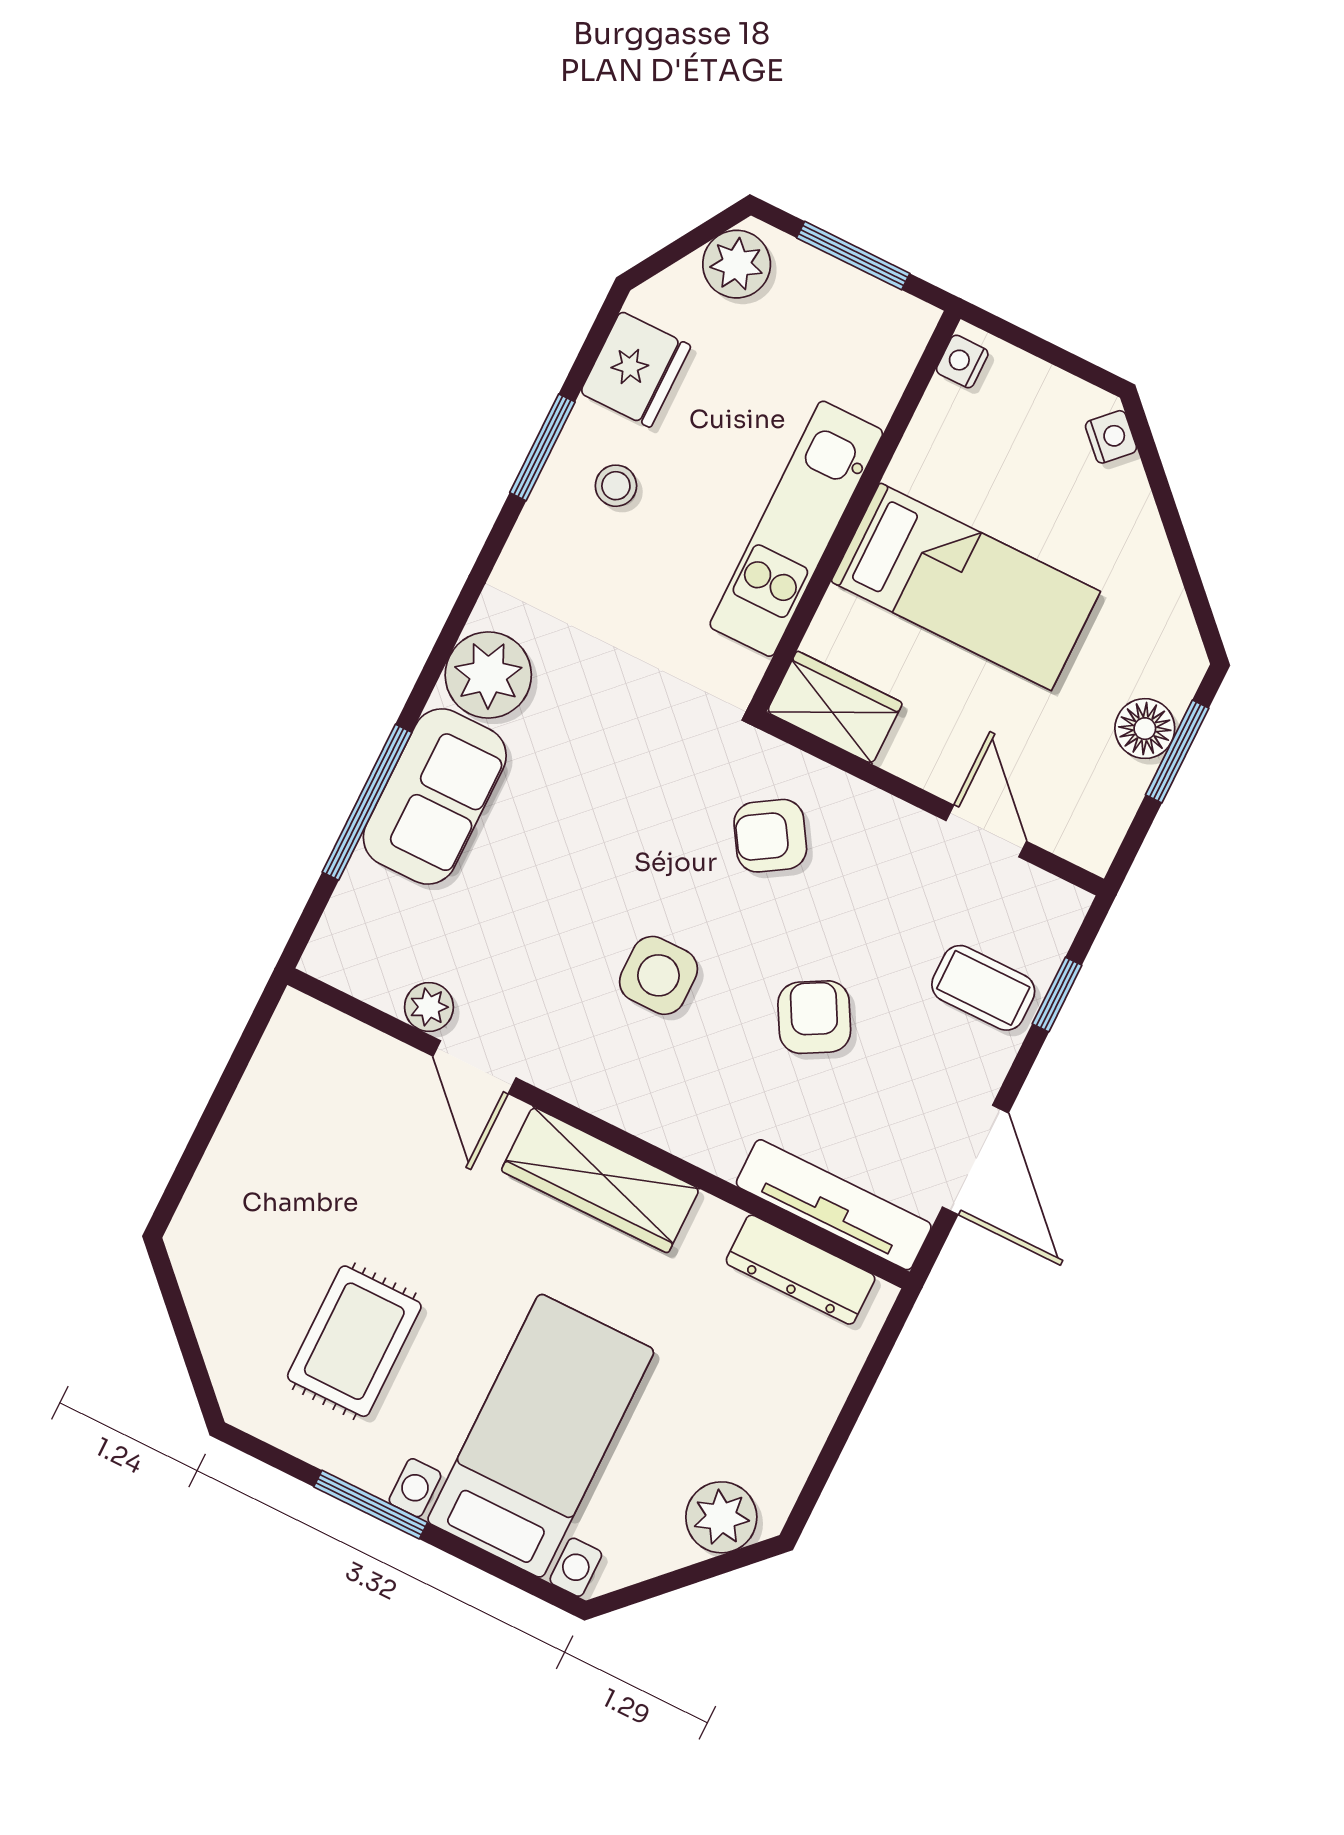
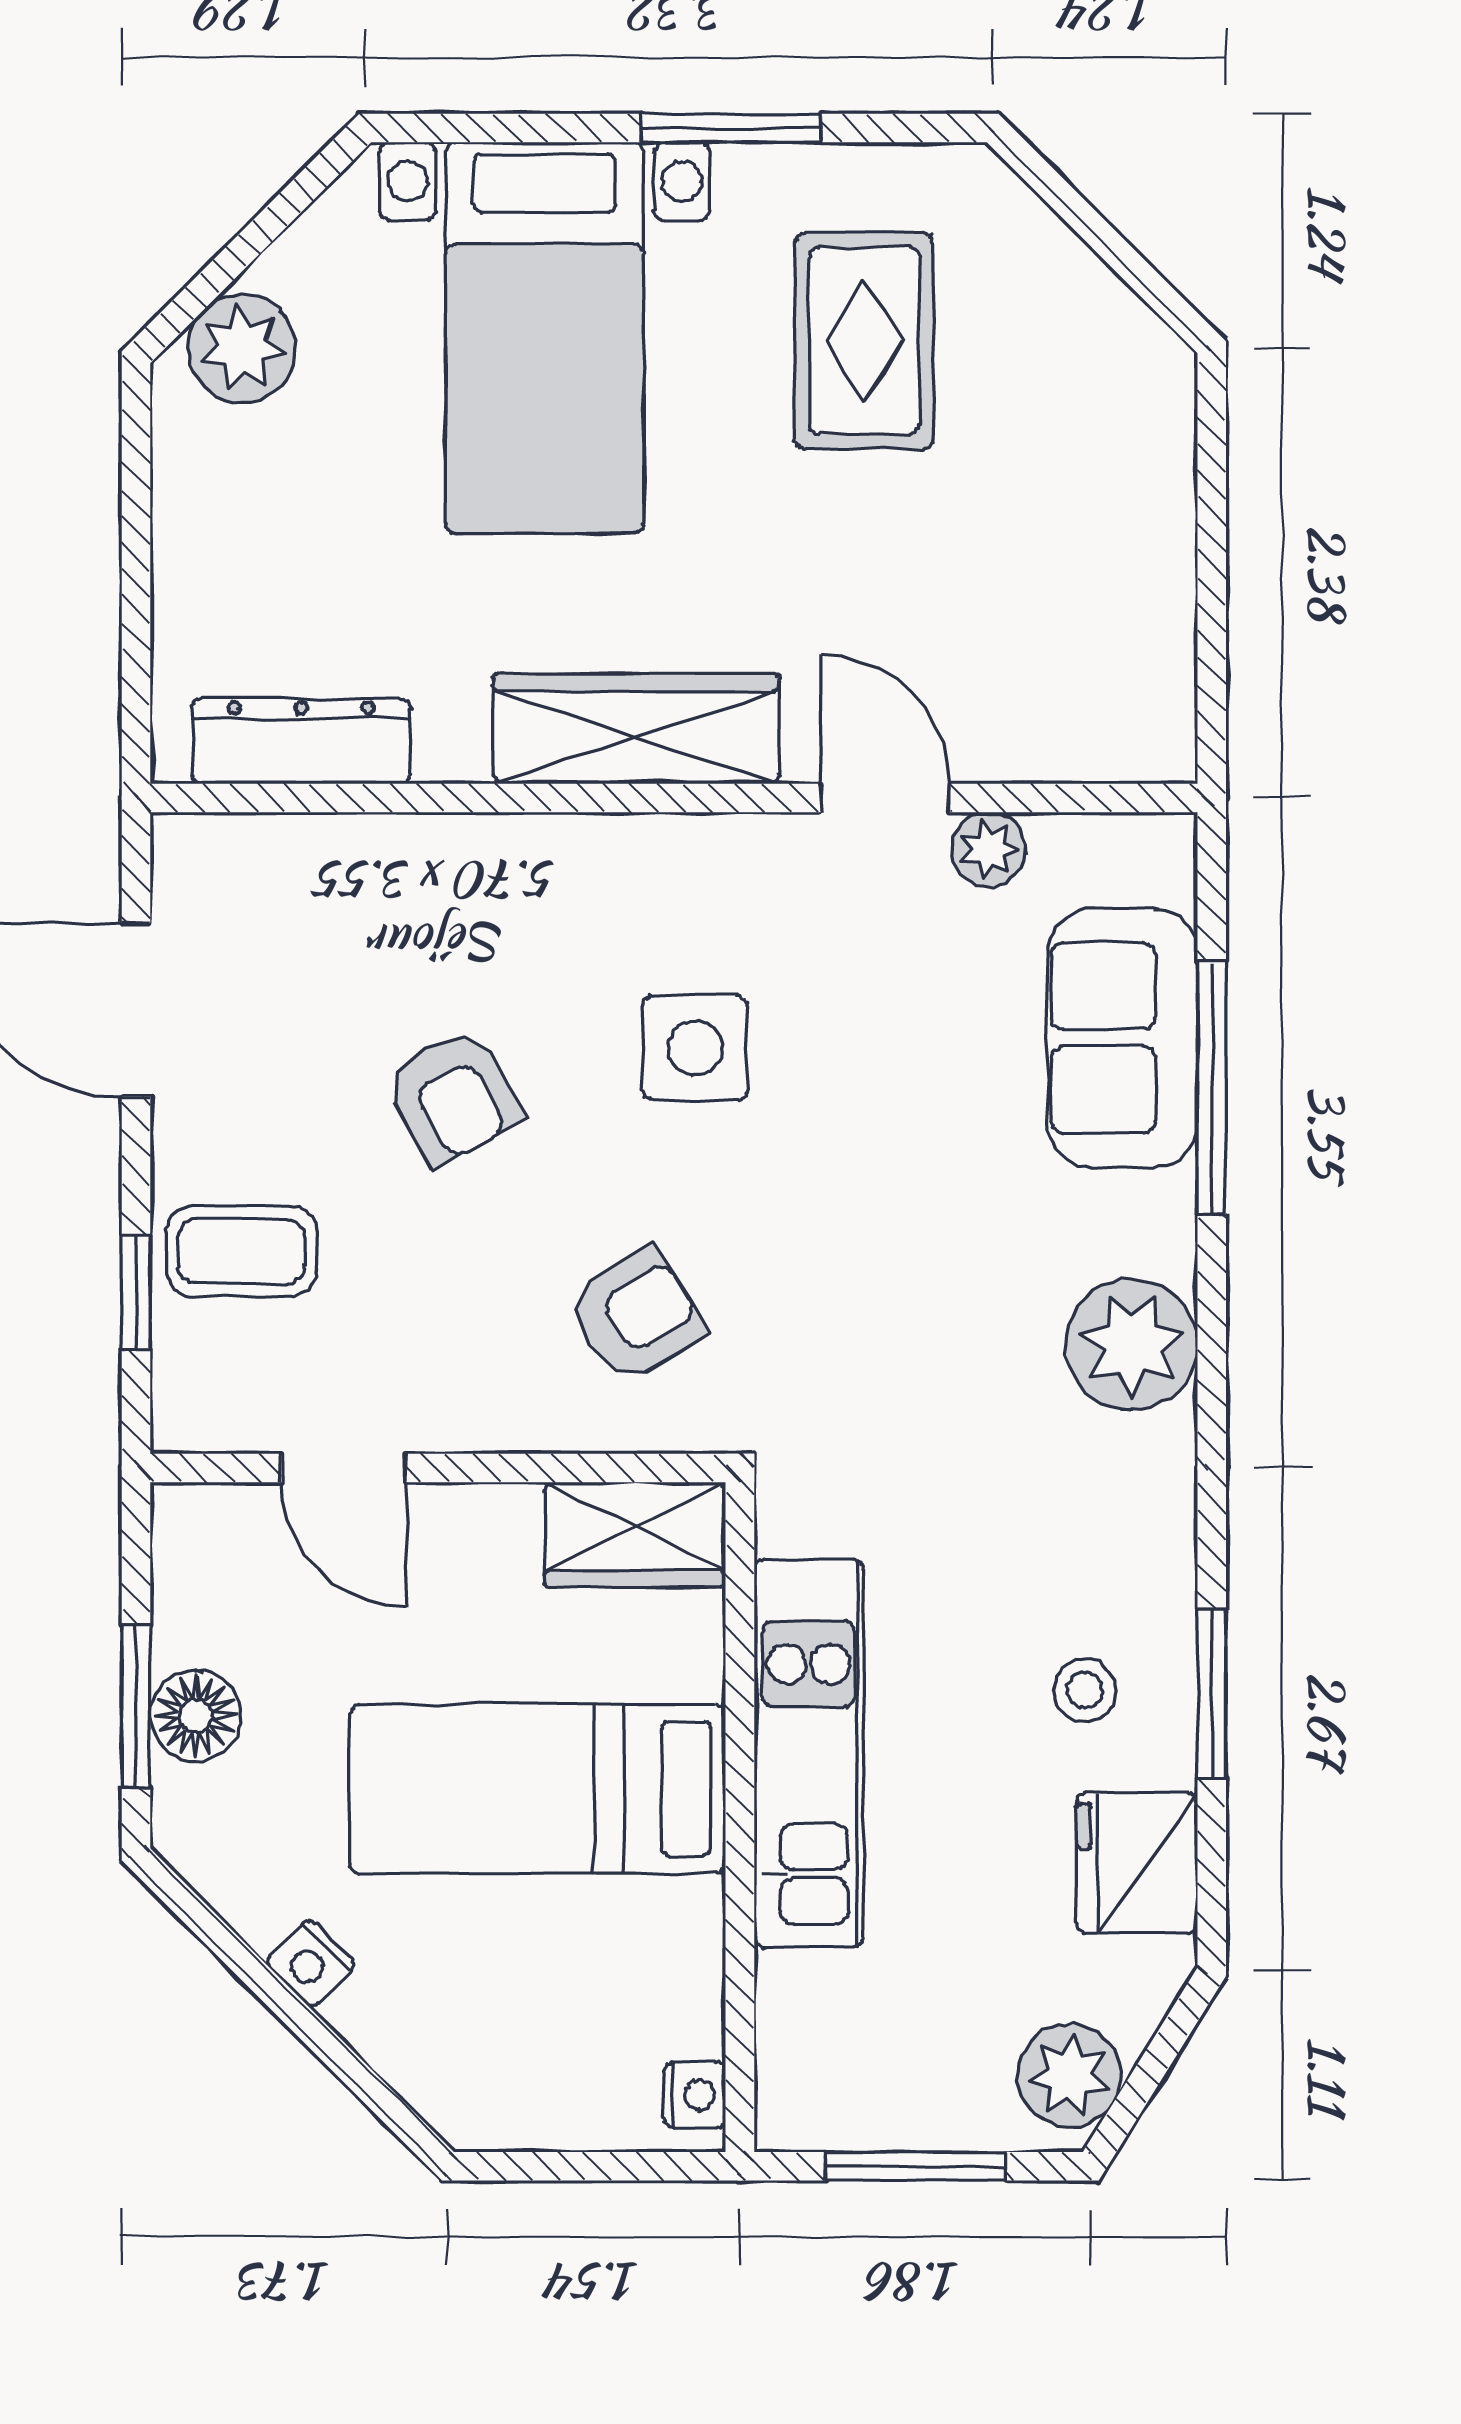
nightstand: (1111, 437) -> (311, 1963), moved
sofa: (435, 796) -> (1123, 1038), moved
tv unit: (834, 1205) -> (300, 853), removed

